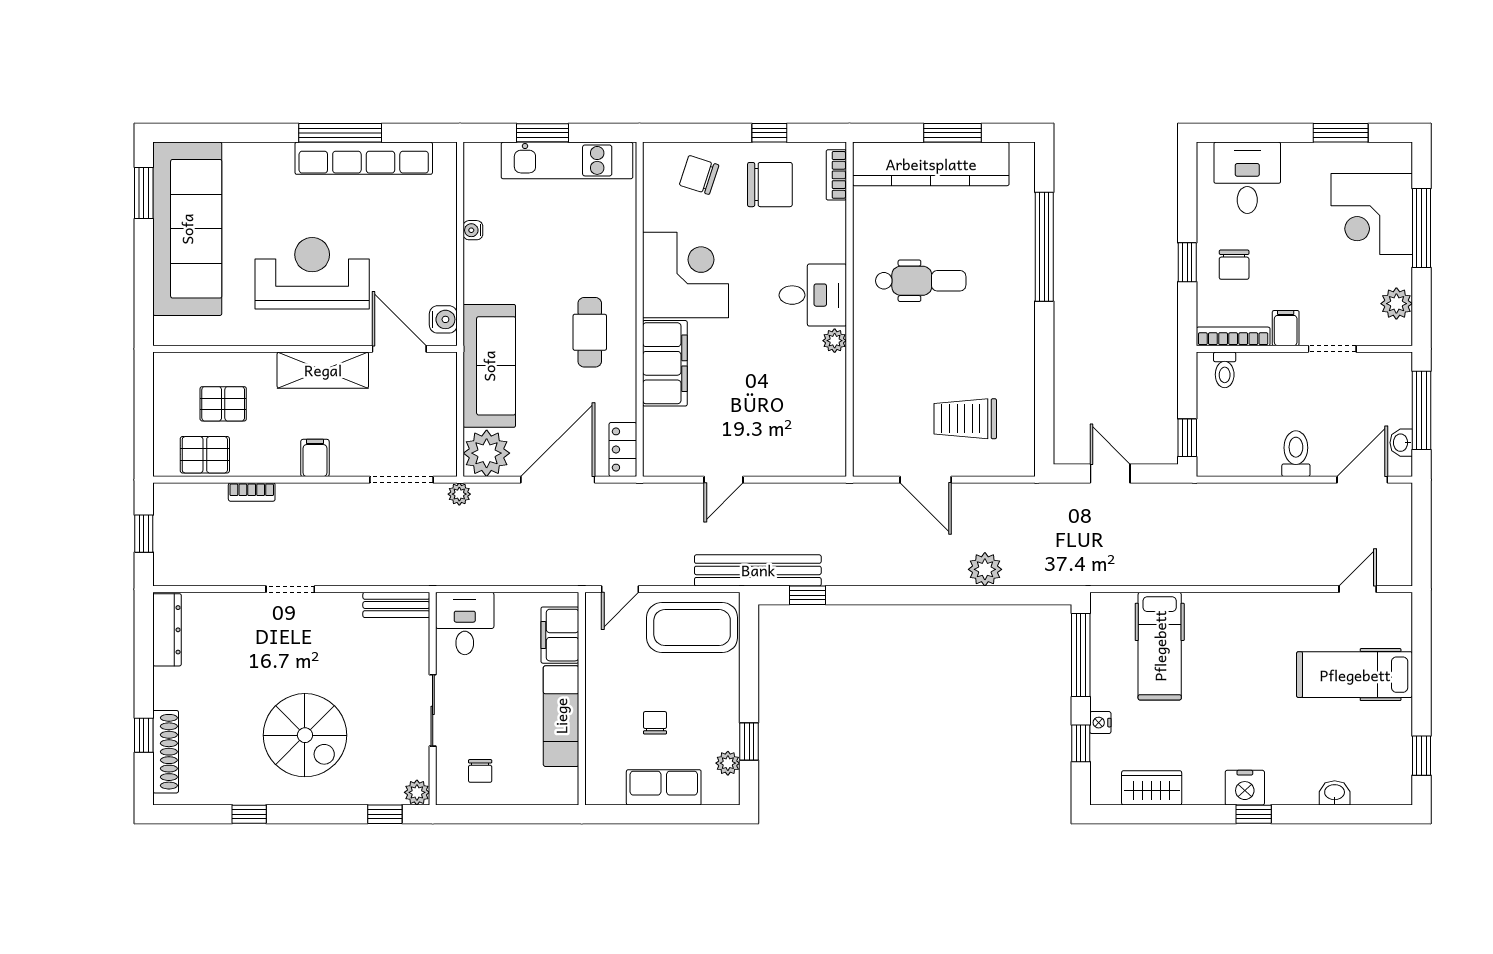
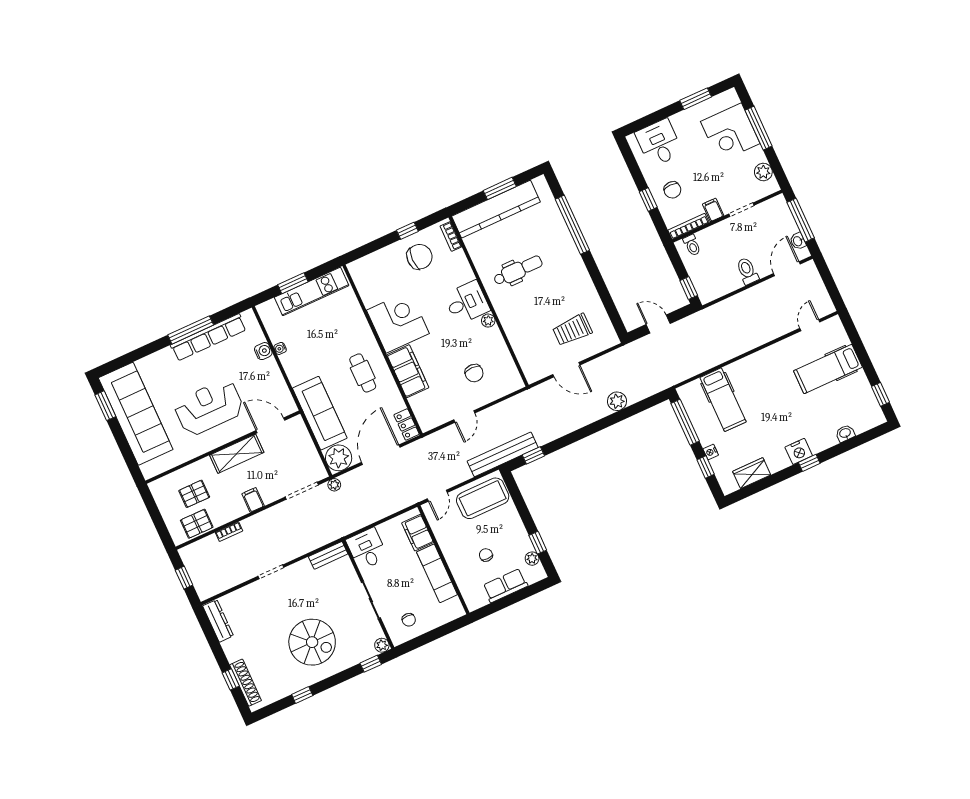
chair: (699, 175) -> (474, 373), moved, turned -108
water cooler: (443, 319) -> (263, 351), moved

